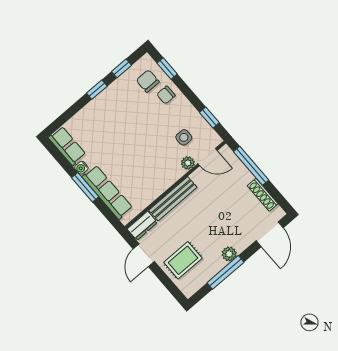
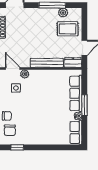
window: (97, 90) -> (38, 147), removed
plant: (229, 254) -> (63, 13), moved

